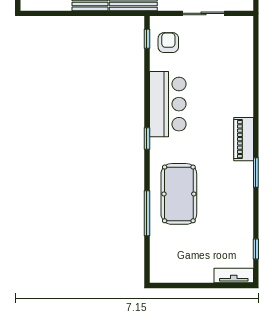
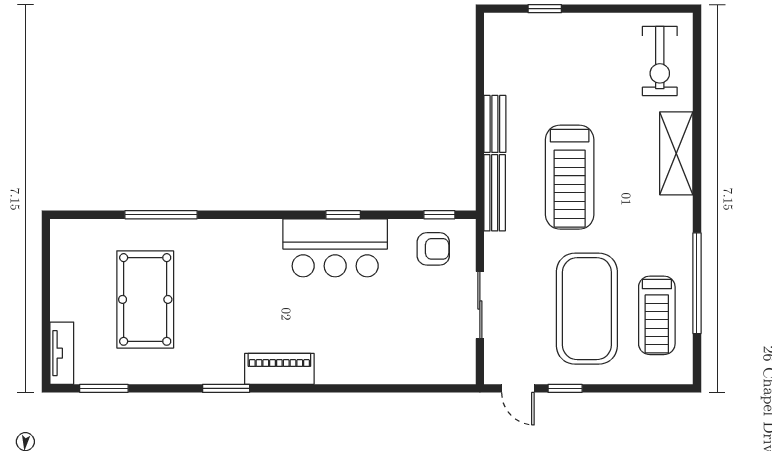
window: (147, 138) -> (343, 215), moved
pool table: (179, 194) -> (145, 299), moved, turned 90
window: (256, 249) -> (104, 388), width x1.50

